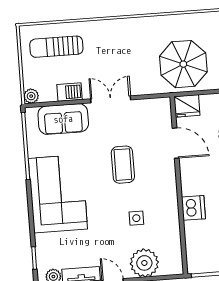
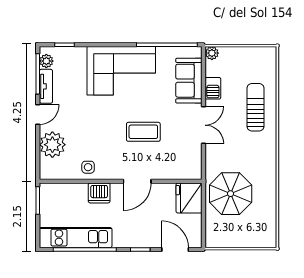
sun lounger: (56, 47) -> (255, 107), moved
fridge: (187, 106) -> (189, 198), width x1.36, depth x1.34
door: (176, 143) -> (137, 181), moved
side table: (136, 218) -> (88, 167), moved

